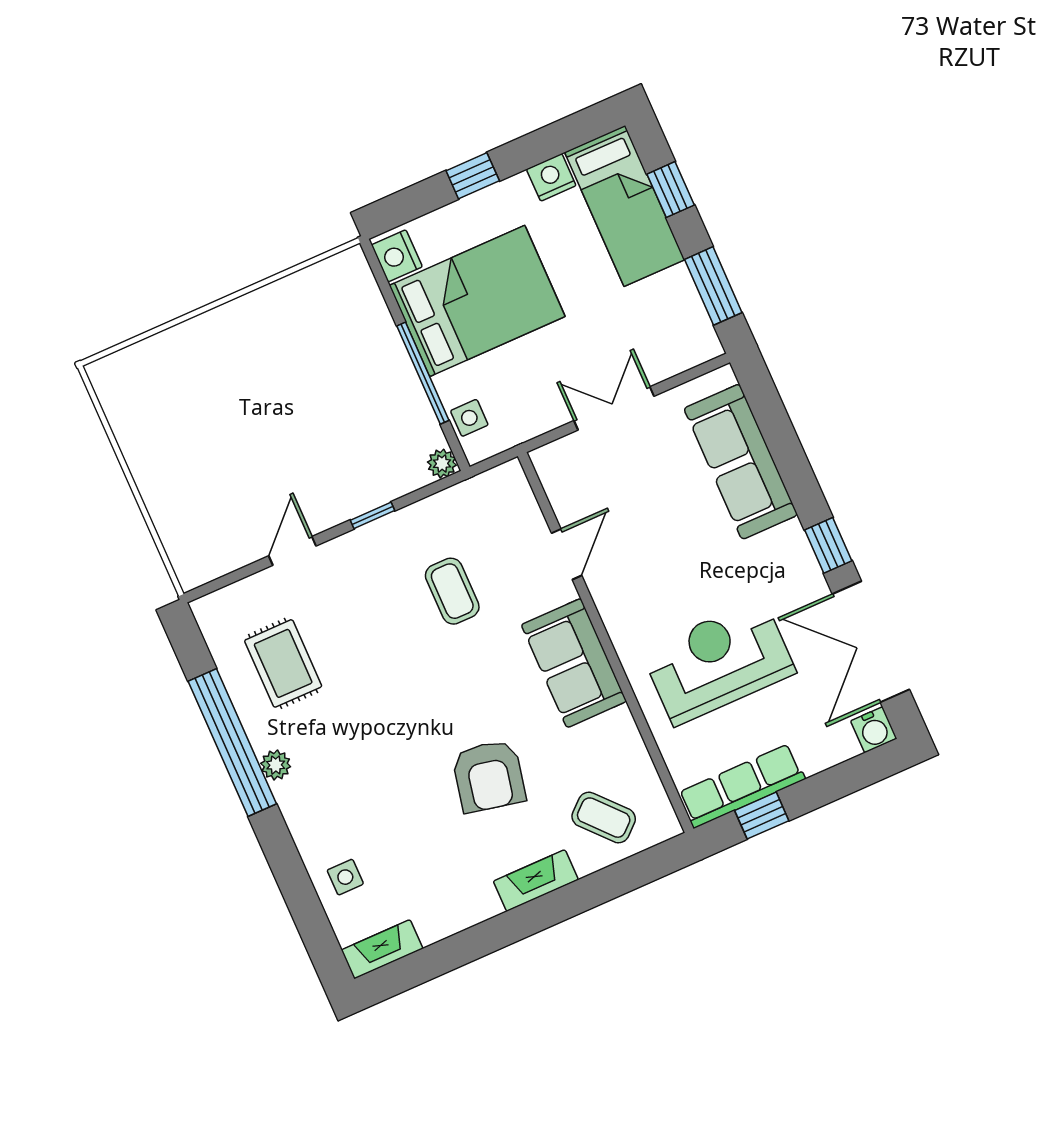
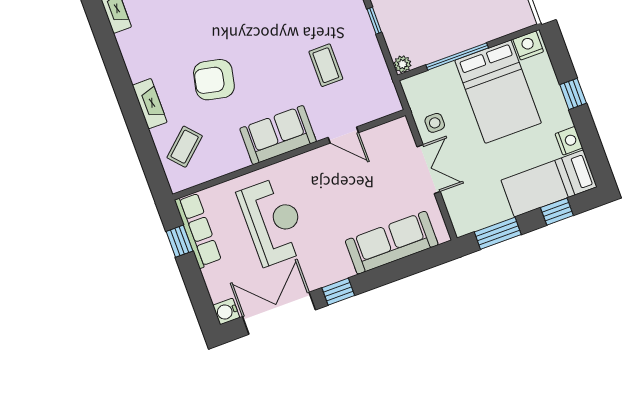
side table: (469, 418) -> (435, 123), moved
coffee table: (452, 591) -> (326, 65), turned 90

